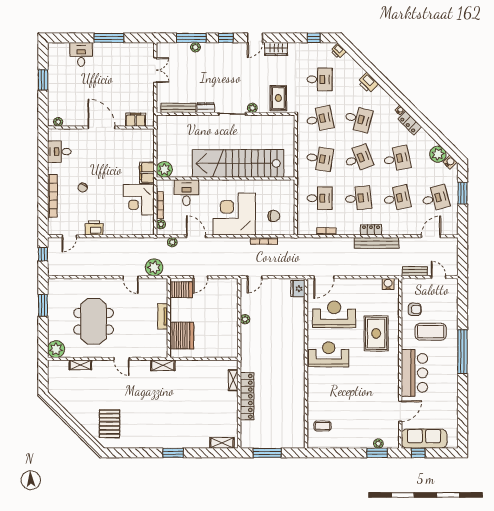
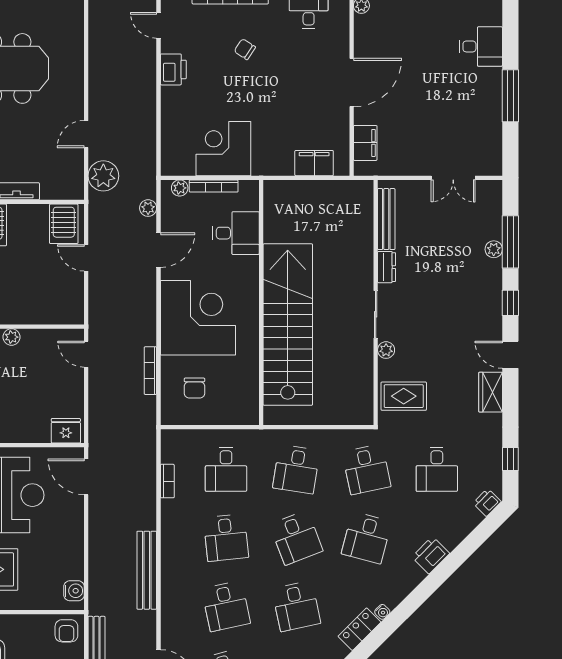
plant: (164, 169) -> (277, 194), removed
filing cabinet: (147, 173) -> (314, 163), moved
locker: (371, 230) -> (170, 560), removed
armchair: (415, 309) -> (66, 631), moved

